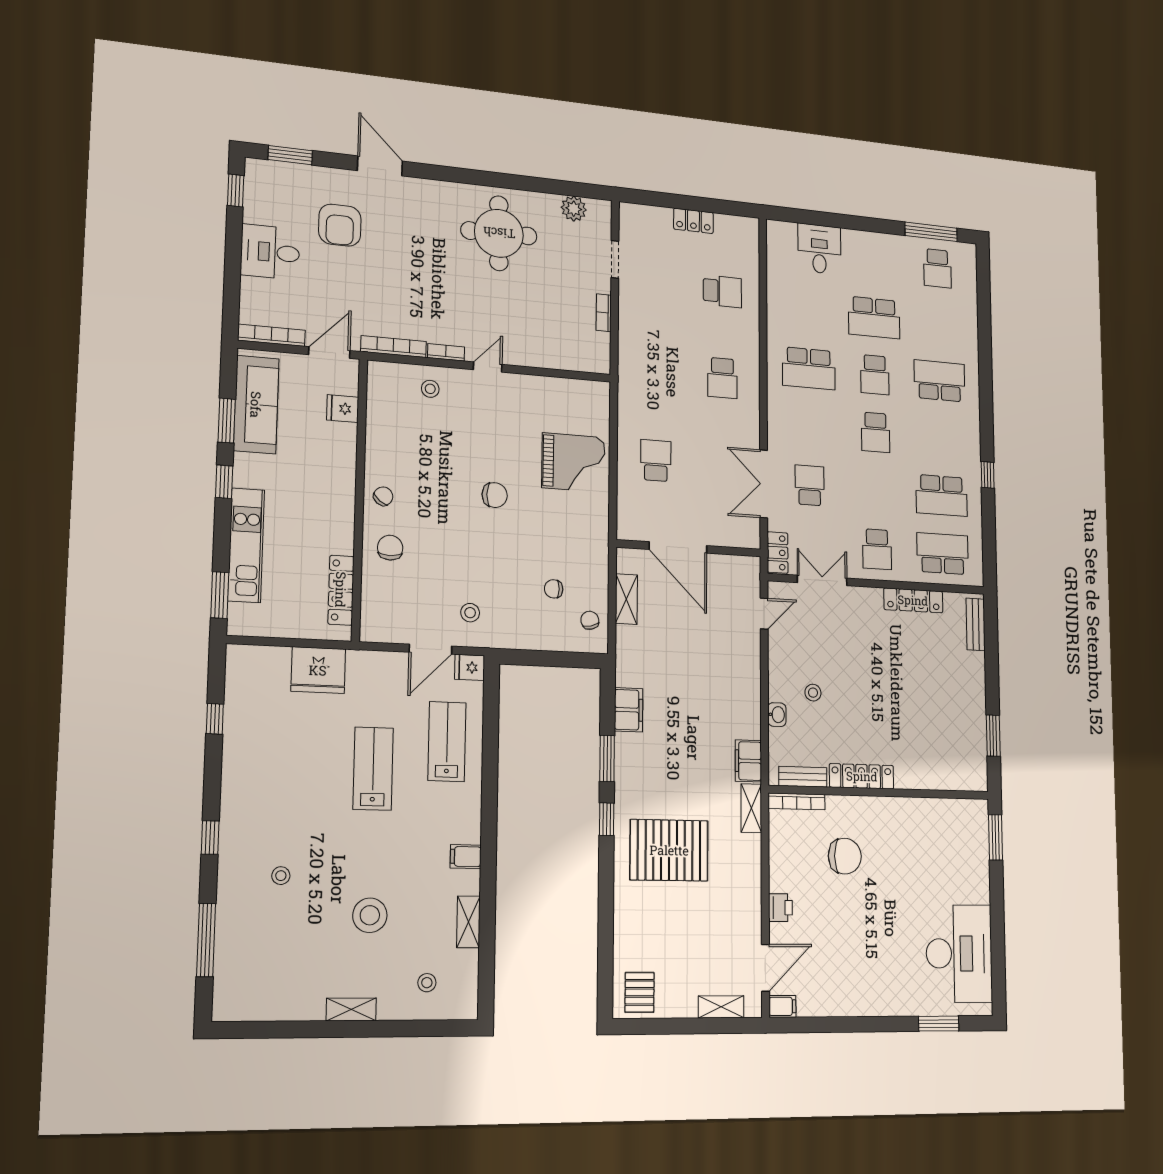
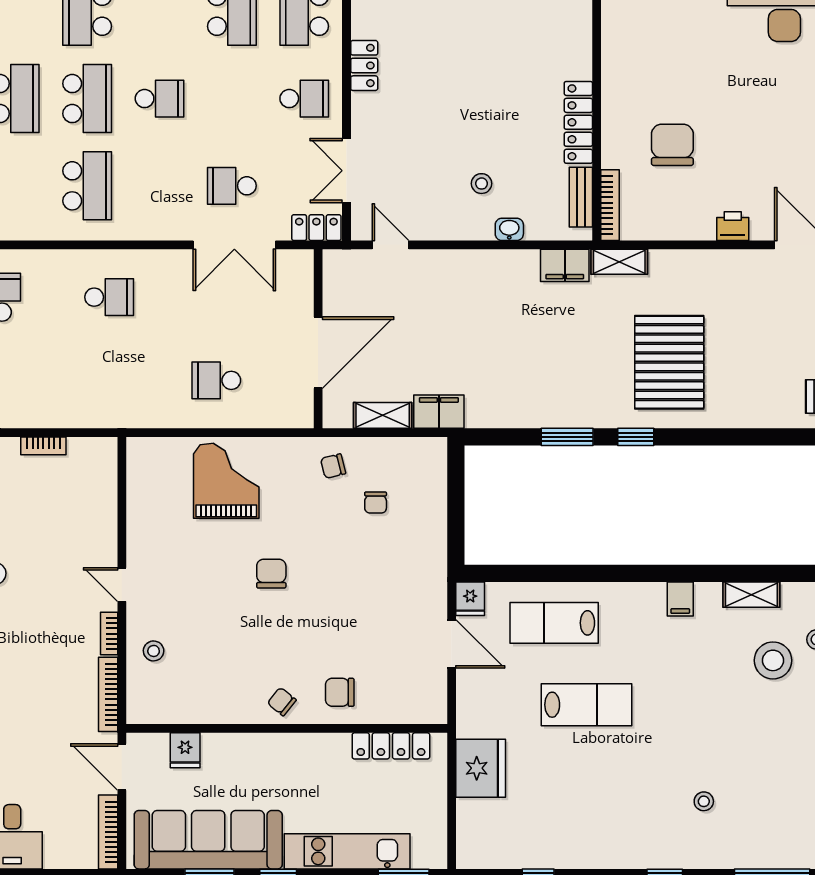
school desk: (875, 375) -> (87, 99), width x1.85
sofa: (256, 405) -> (208, 840), width x1.36, depth x1.27
locker: (913, 600) -> (364, 65), width x0.66
stool: (470, 613) -> (408, 599), removed
chair: (590, 620) -> (333, 466), moved
filing cabinet: (629, 710) -> (439, 412), moved
lab bench: (373, 769) -> (586, 705), turned 180
stool: (370, 915) -> (773, 660), moved

